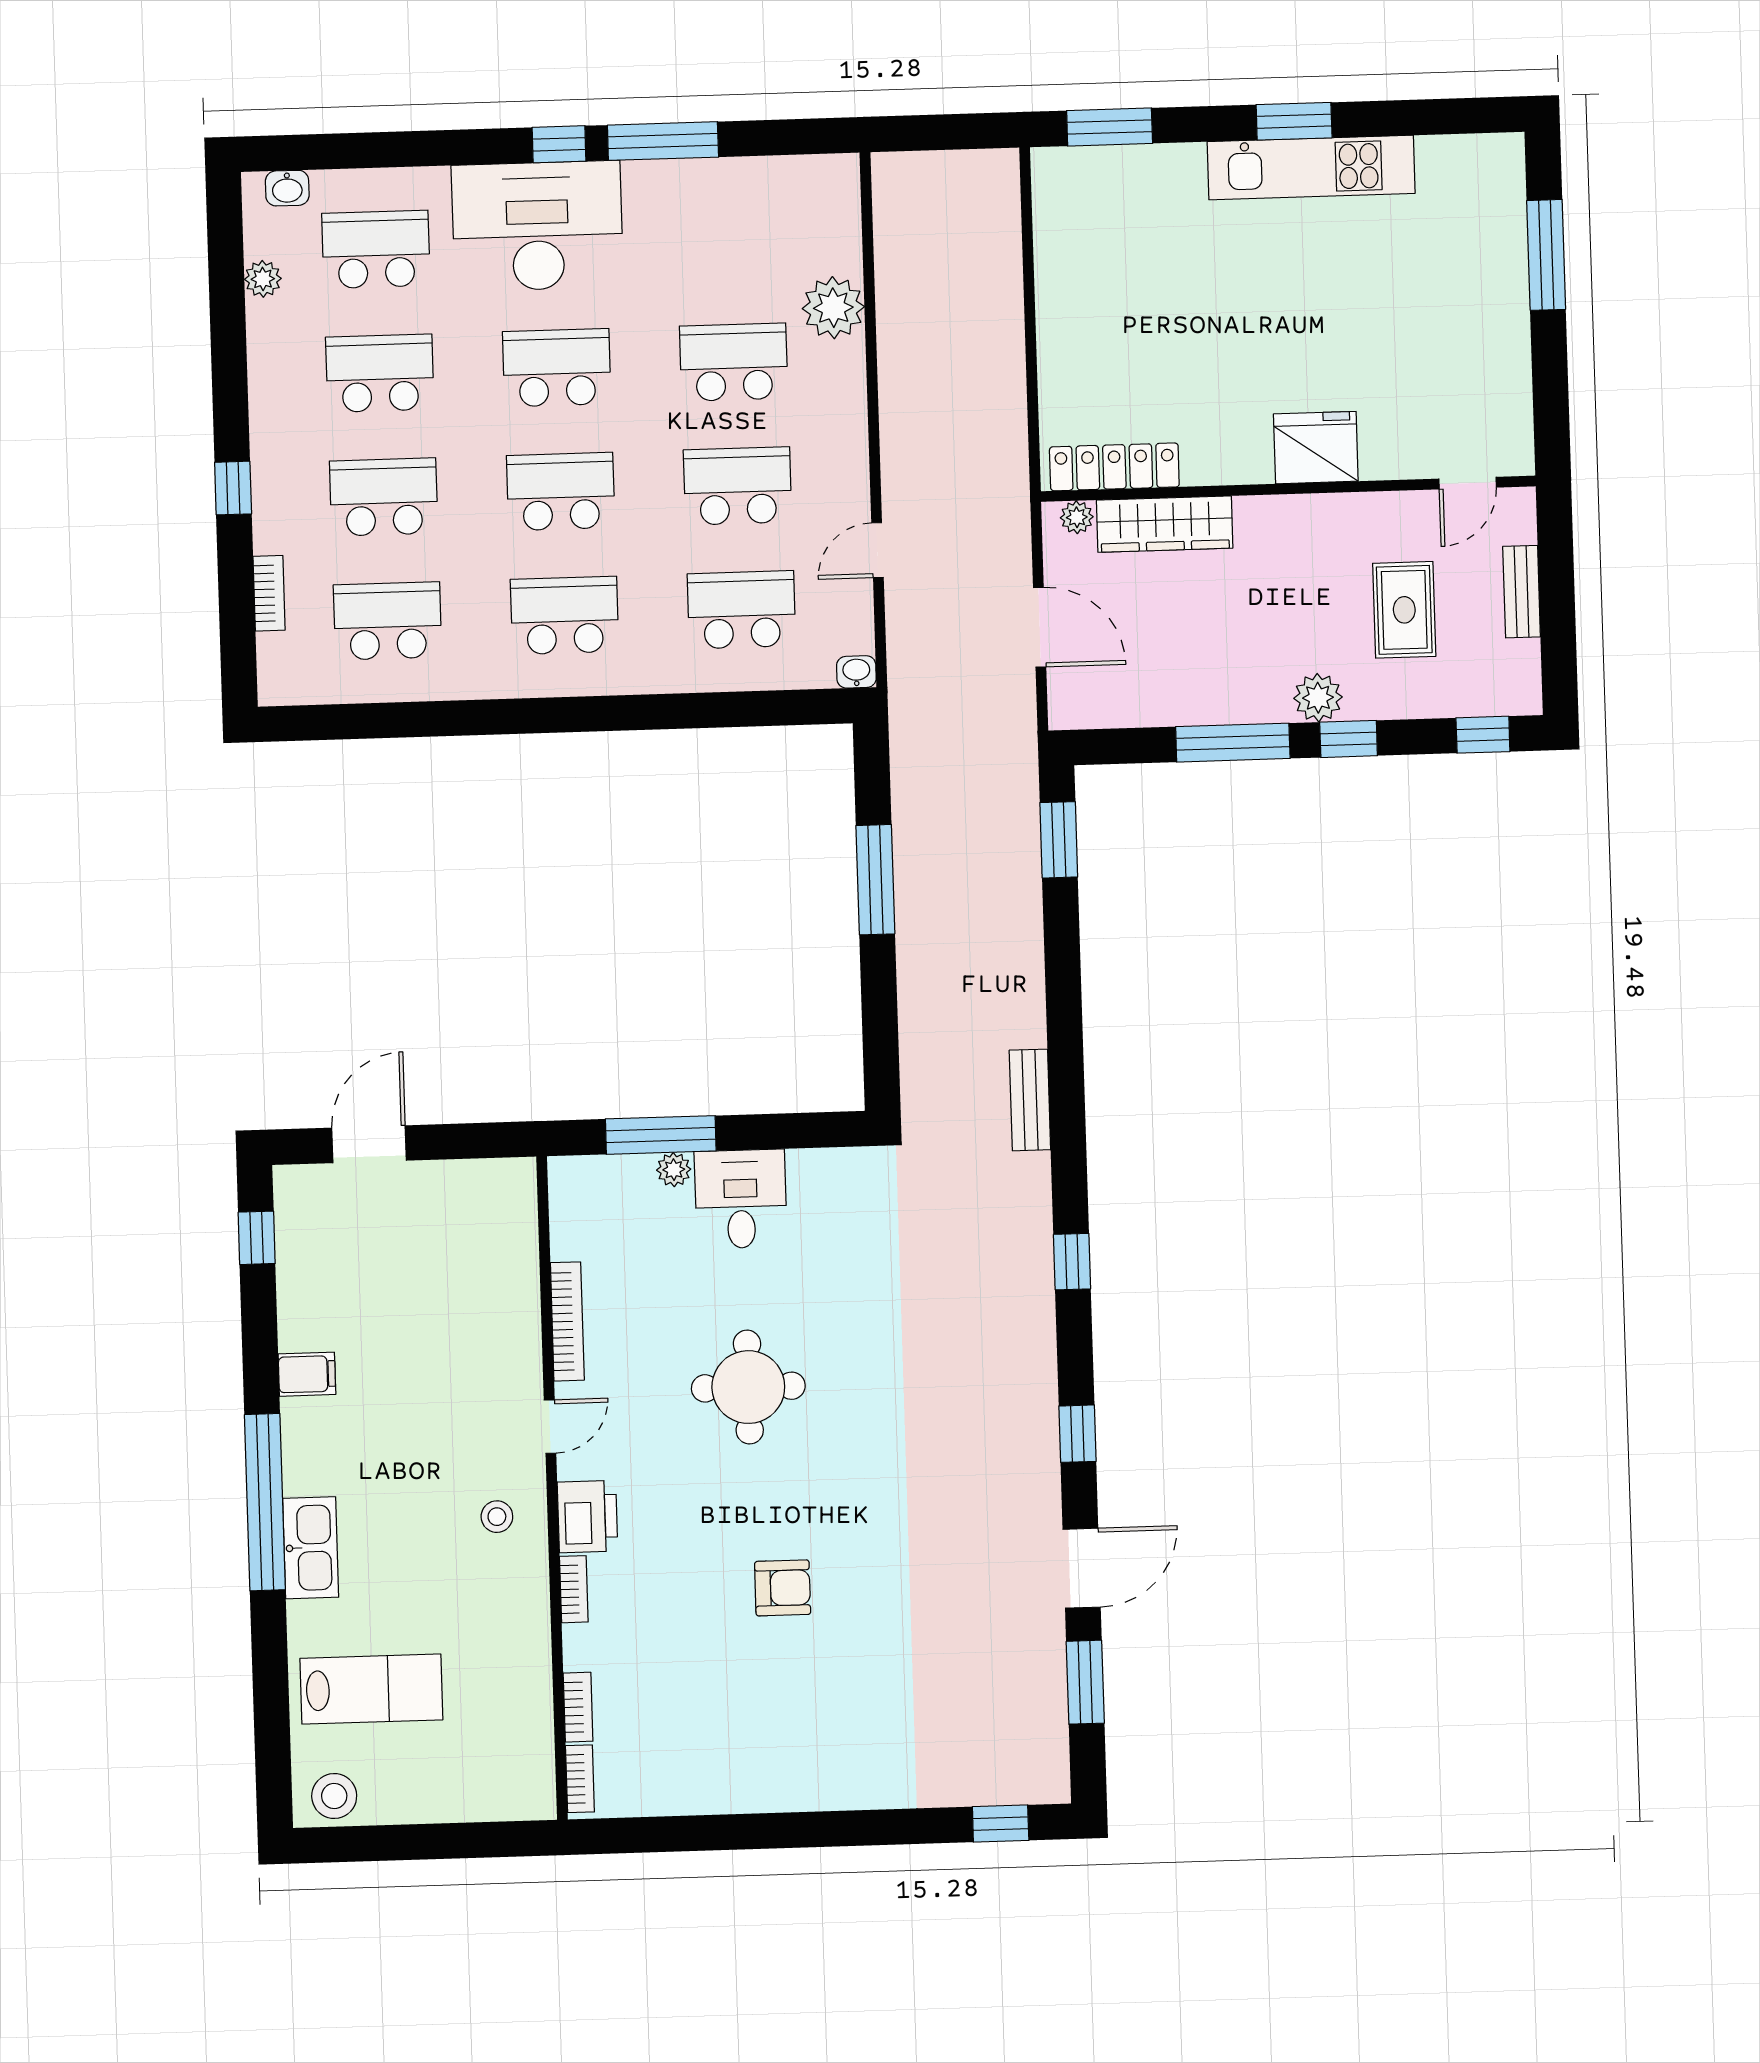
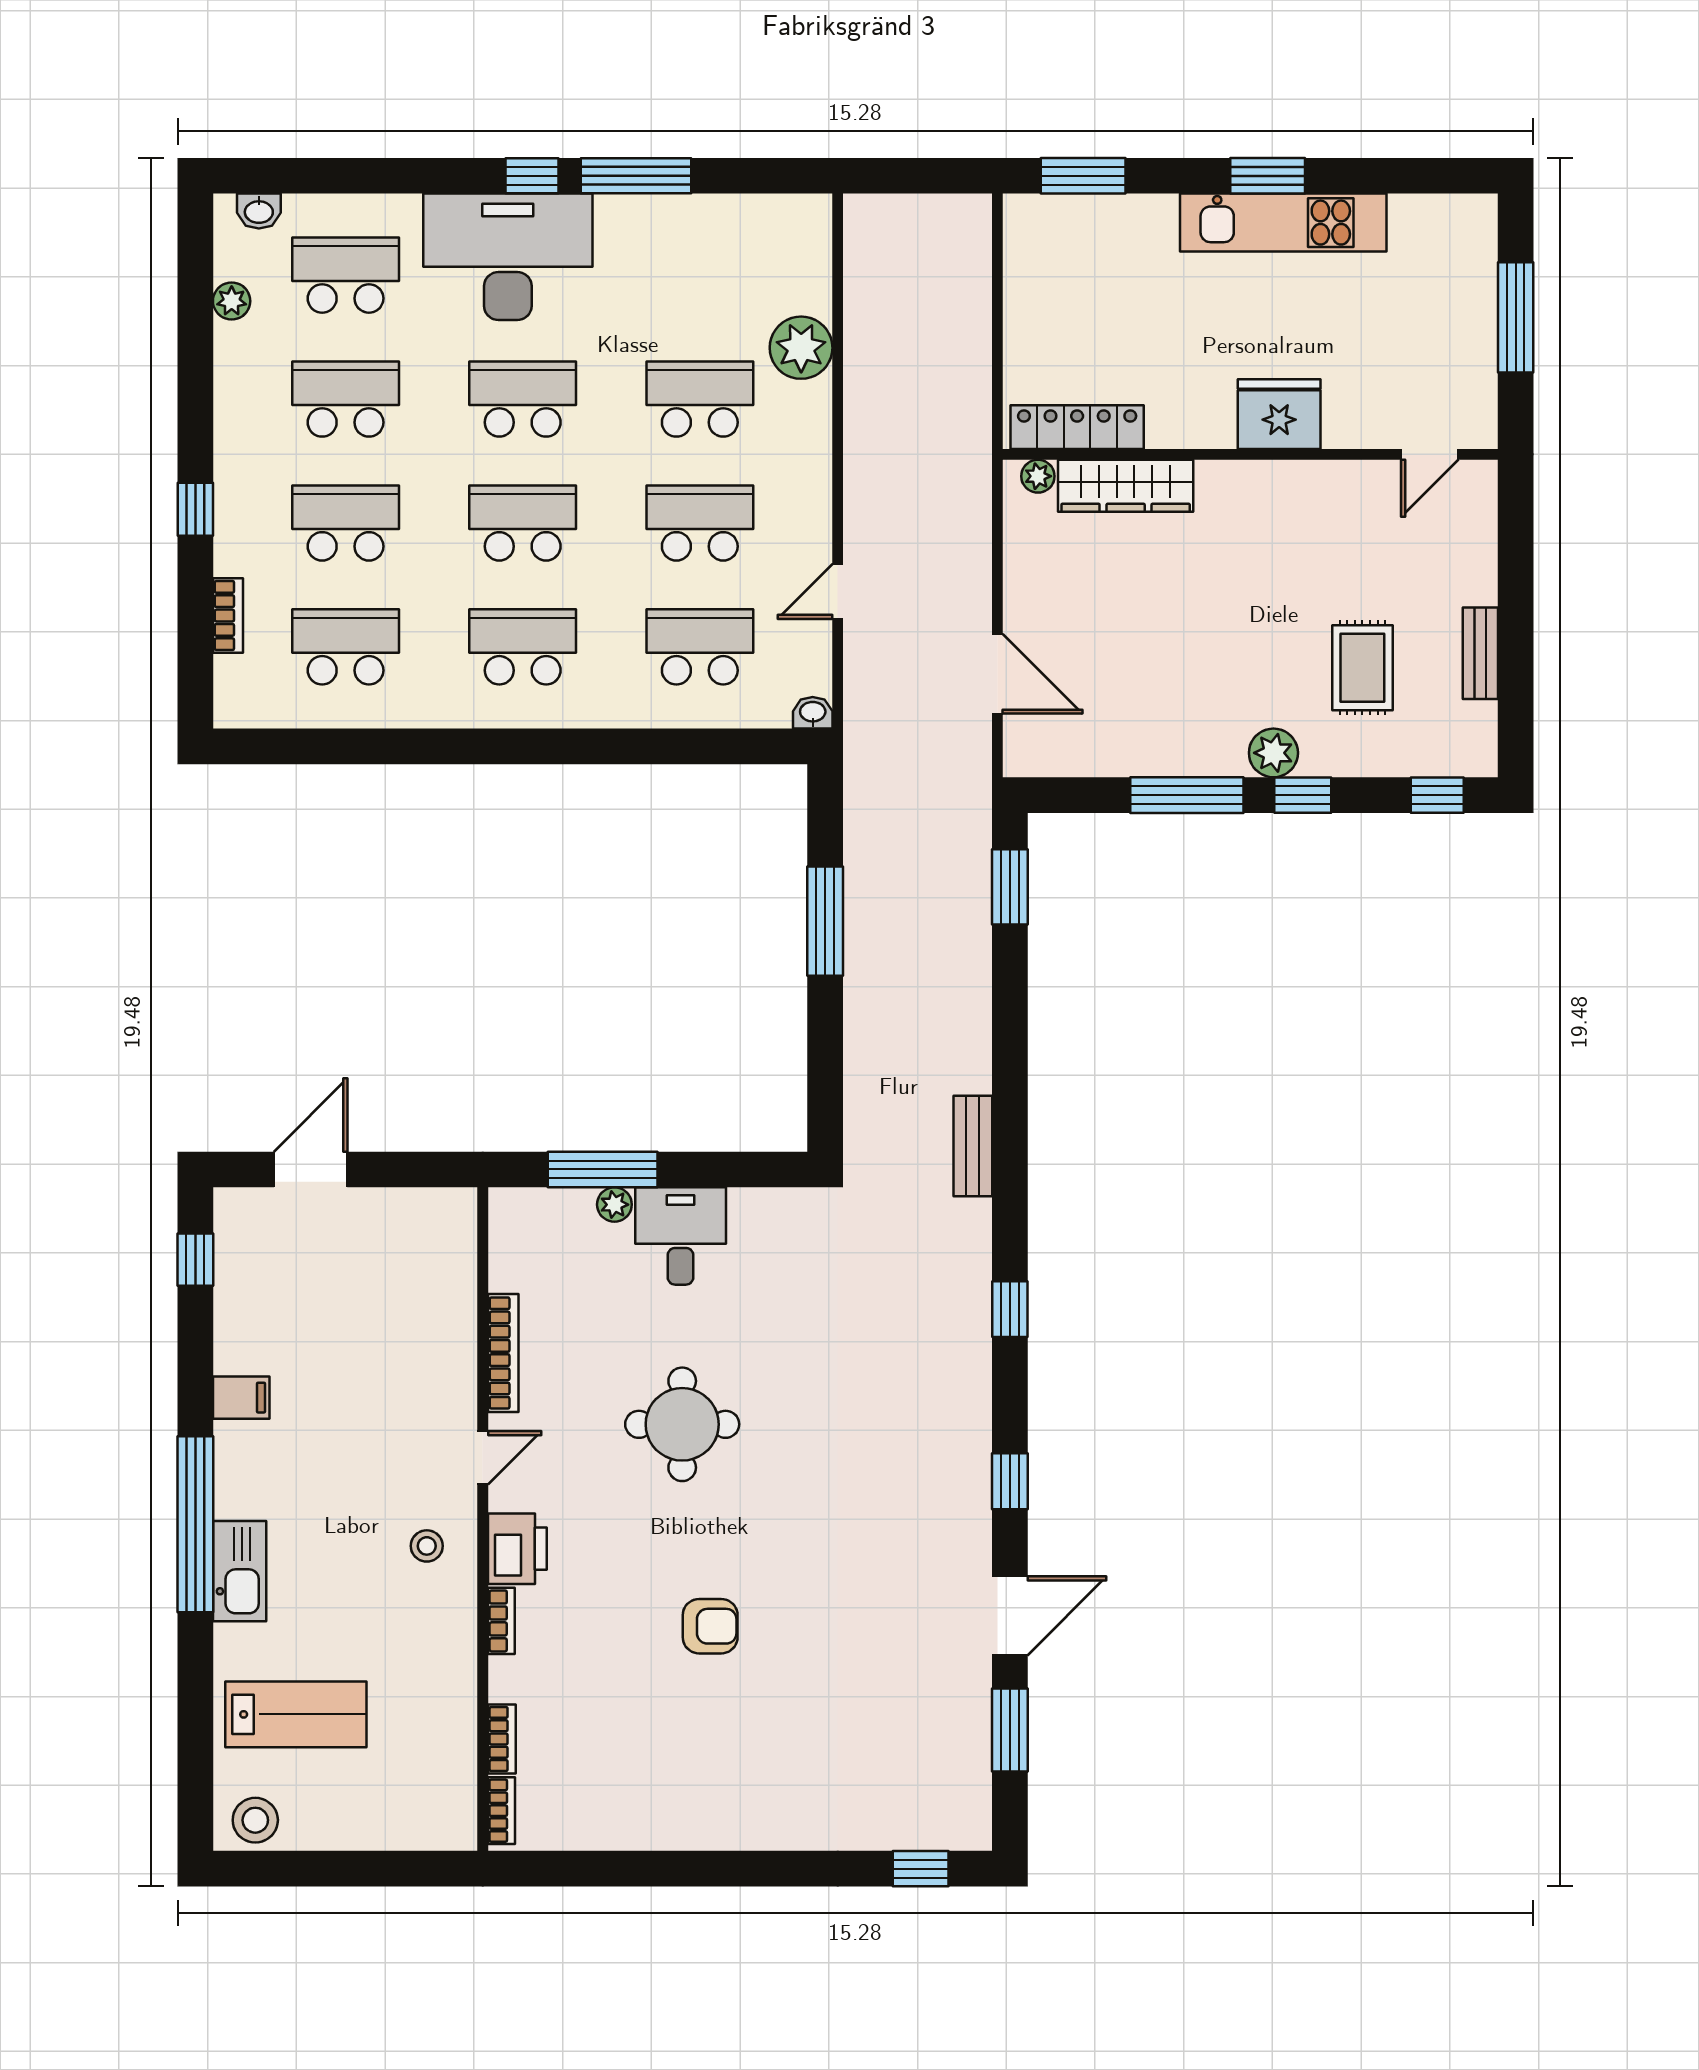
fridge: (1316, 448) -> (1279, 414), moved
locker: (1114, 467) -> (1077, 427), moved
door: (1468, 483) -> (1430, 454), moved
wall: (1288, 489) -> (1250, 454), moved
plant: (1077, 517) -> (1038, 476), moved
wardrobe: (1165, 524) -> (1126, 486), moved

